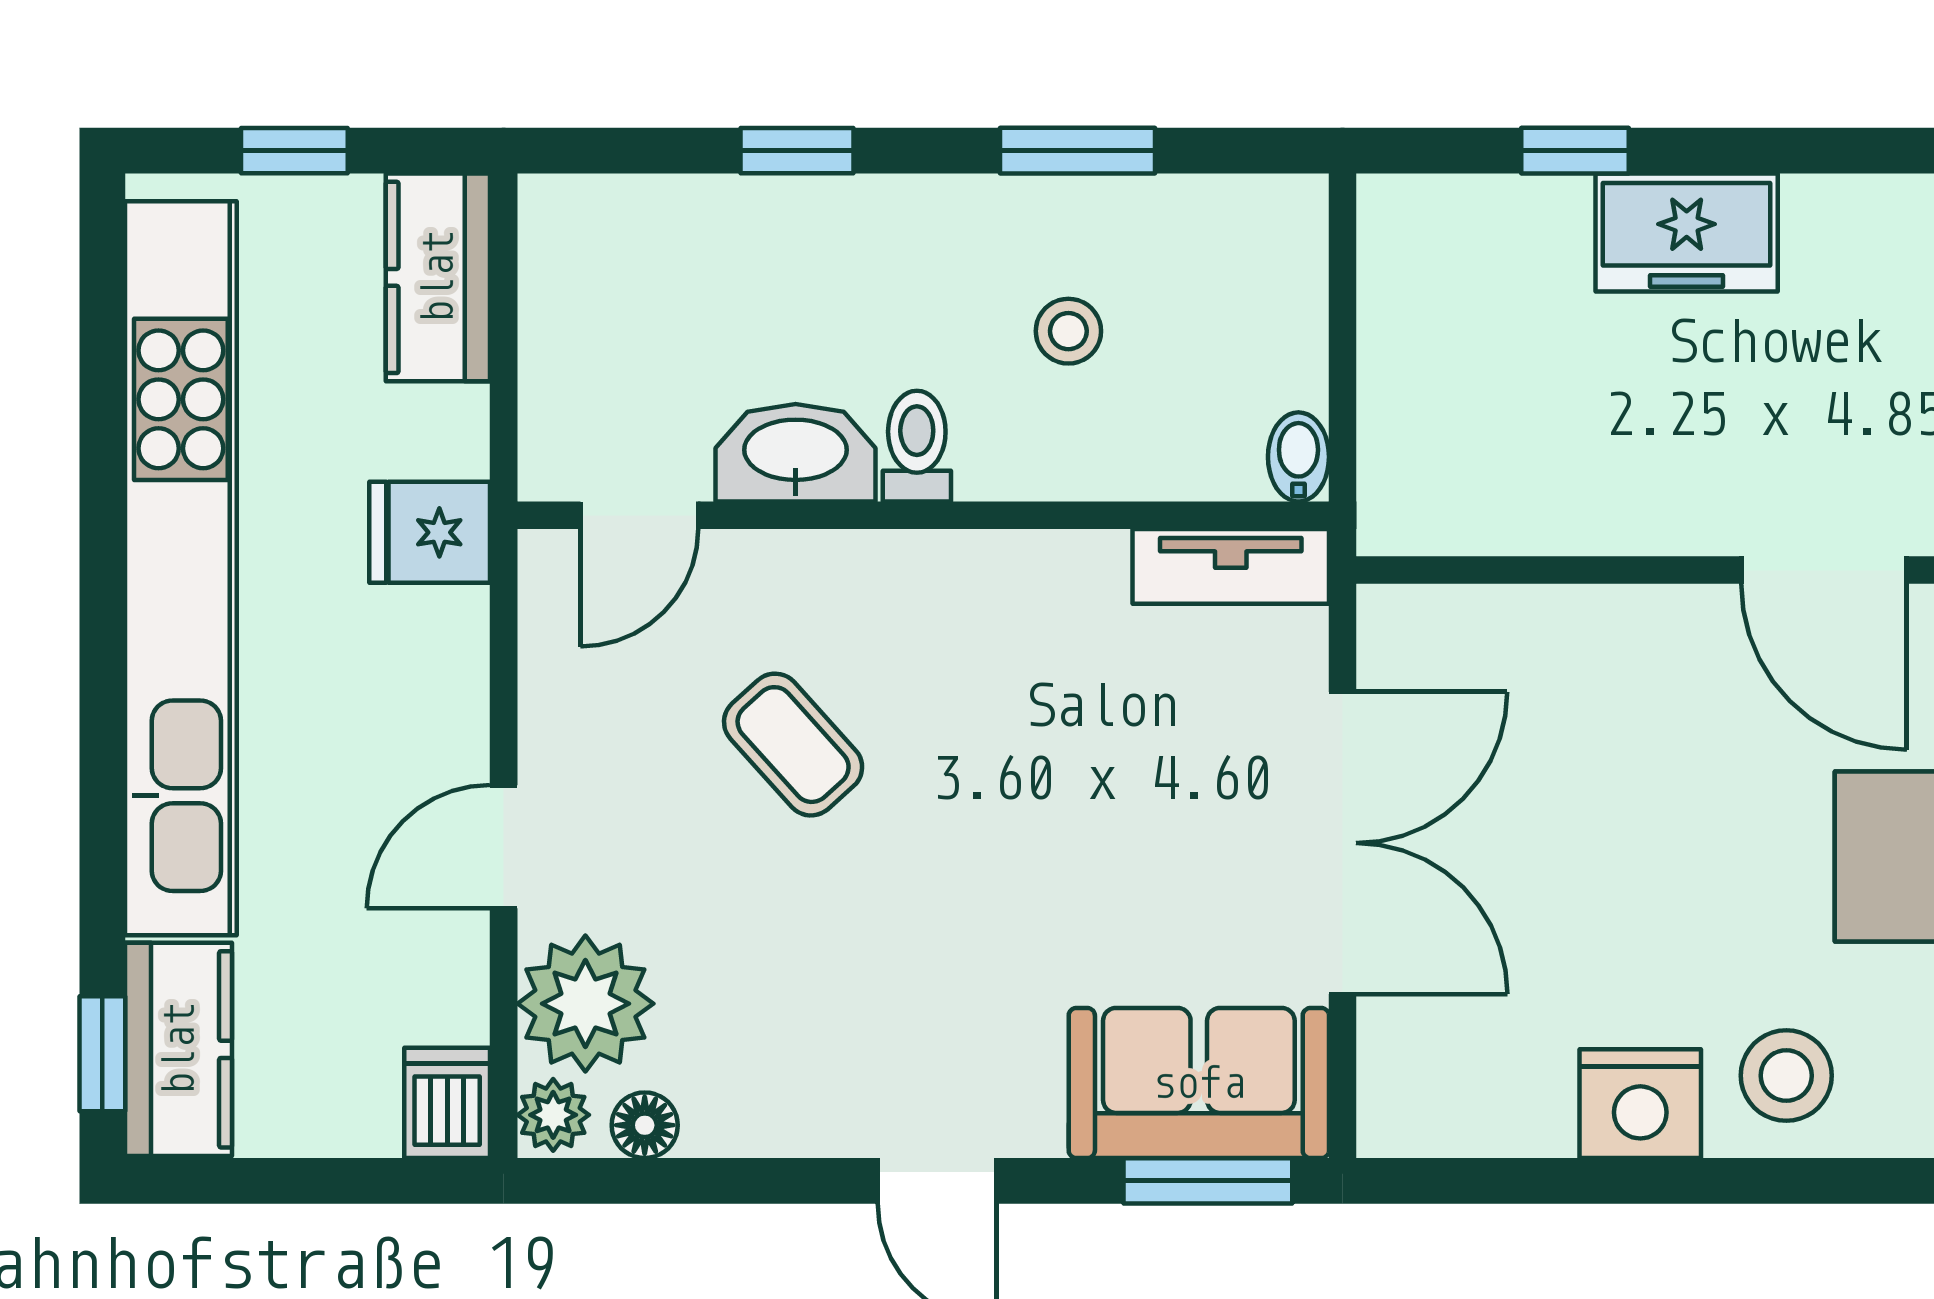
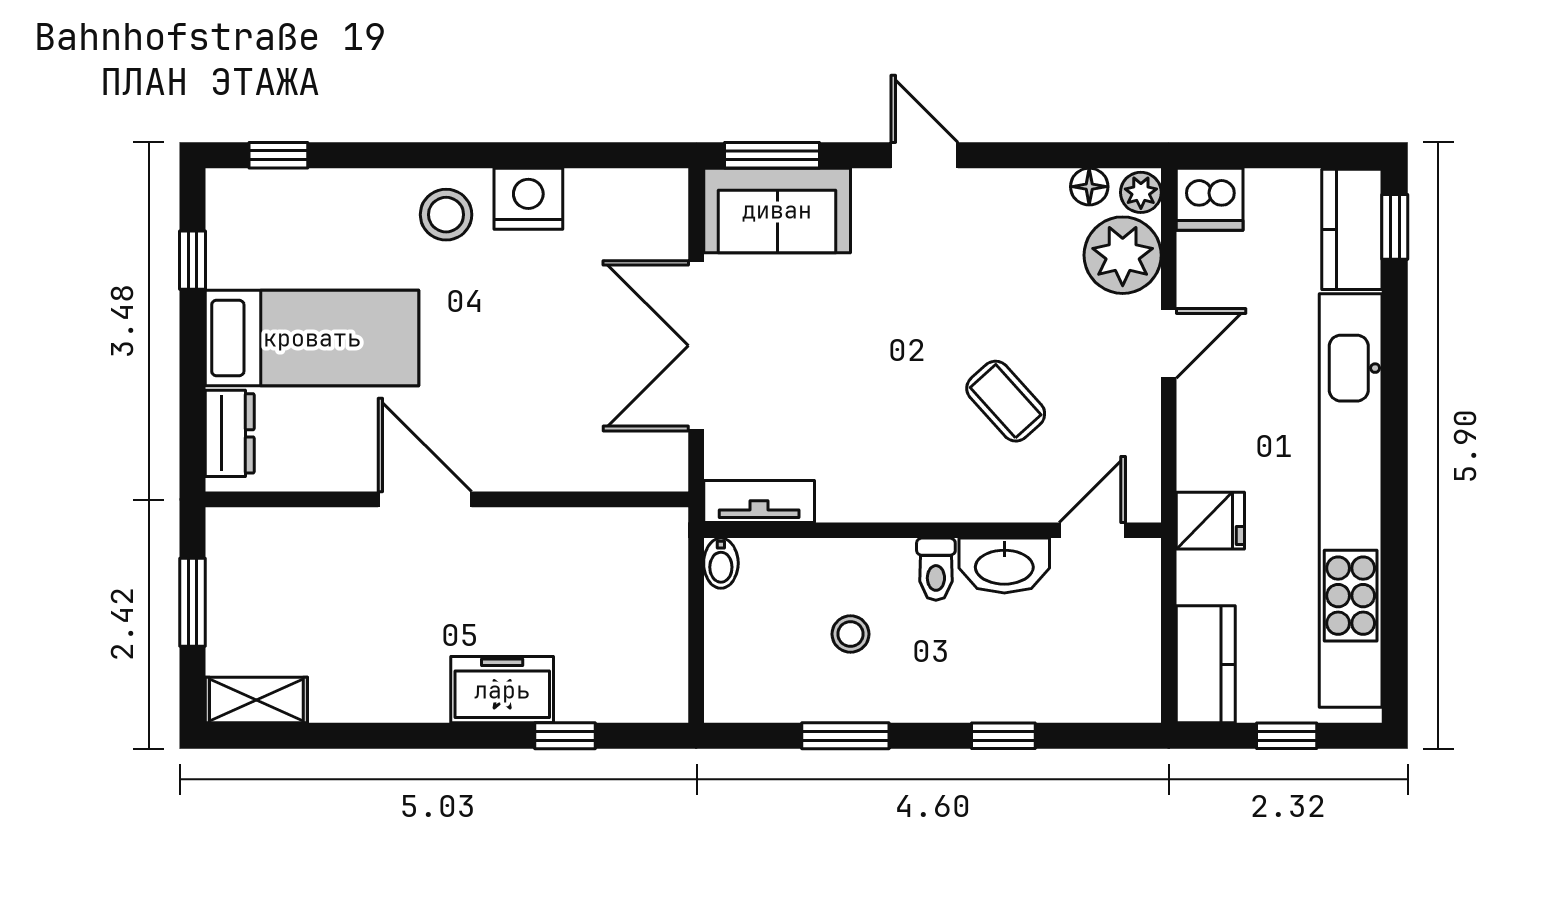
dishwasher: (447, 1103) -> (1210, 199), width x1.38

